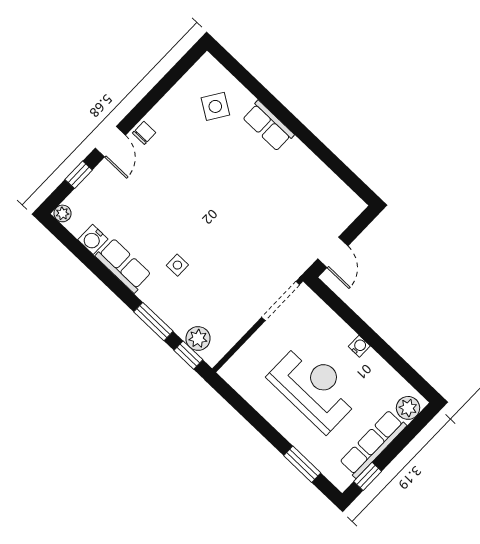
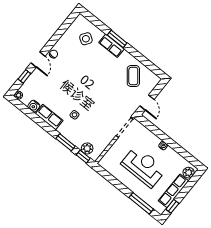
window: (281, 113) -> (117, 39), added
coffee table: (309, 194) -> (133, 76), added
window: (302, 464) -> (141, 203), width x1.44

